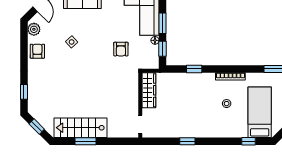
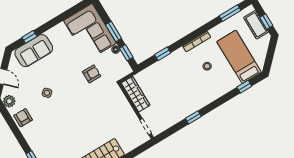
armchair: (121, 49) -> (92, 74), turned -90

